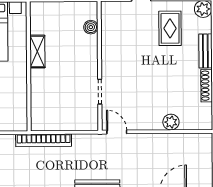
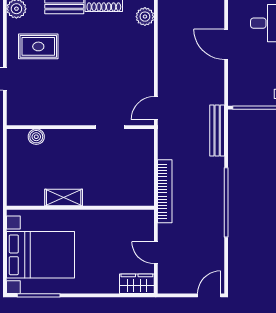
plant: (171, 122) -> (145, 17), moved

